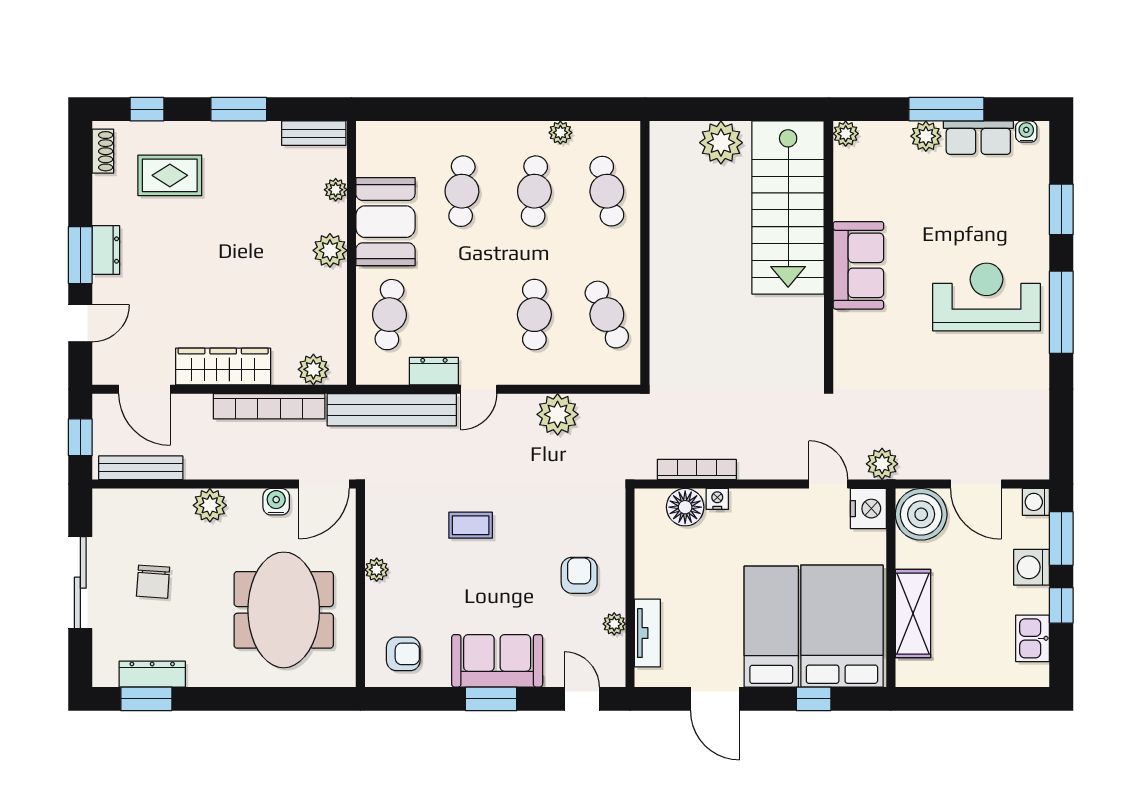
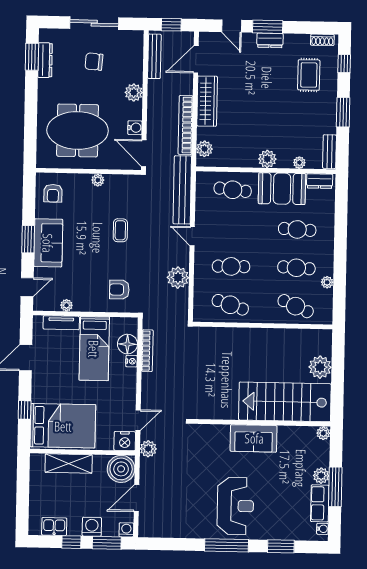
cafe table: (607, 191) -> (296, 306), turned 36
cafe table: (607, 315) -> (230, 305), turned 42
dresser: (434, 371) -> (320, 181), moved, turned 90
armchair: (579, 575) -> (119, 290), moved, turned 180
bed: (771, 627) -> (94, 349), moved, turned 90

